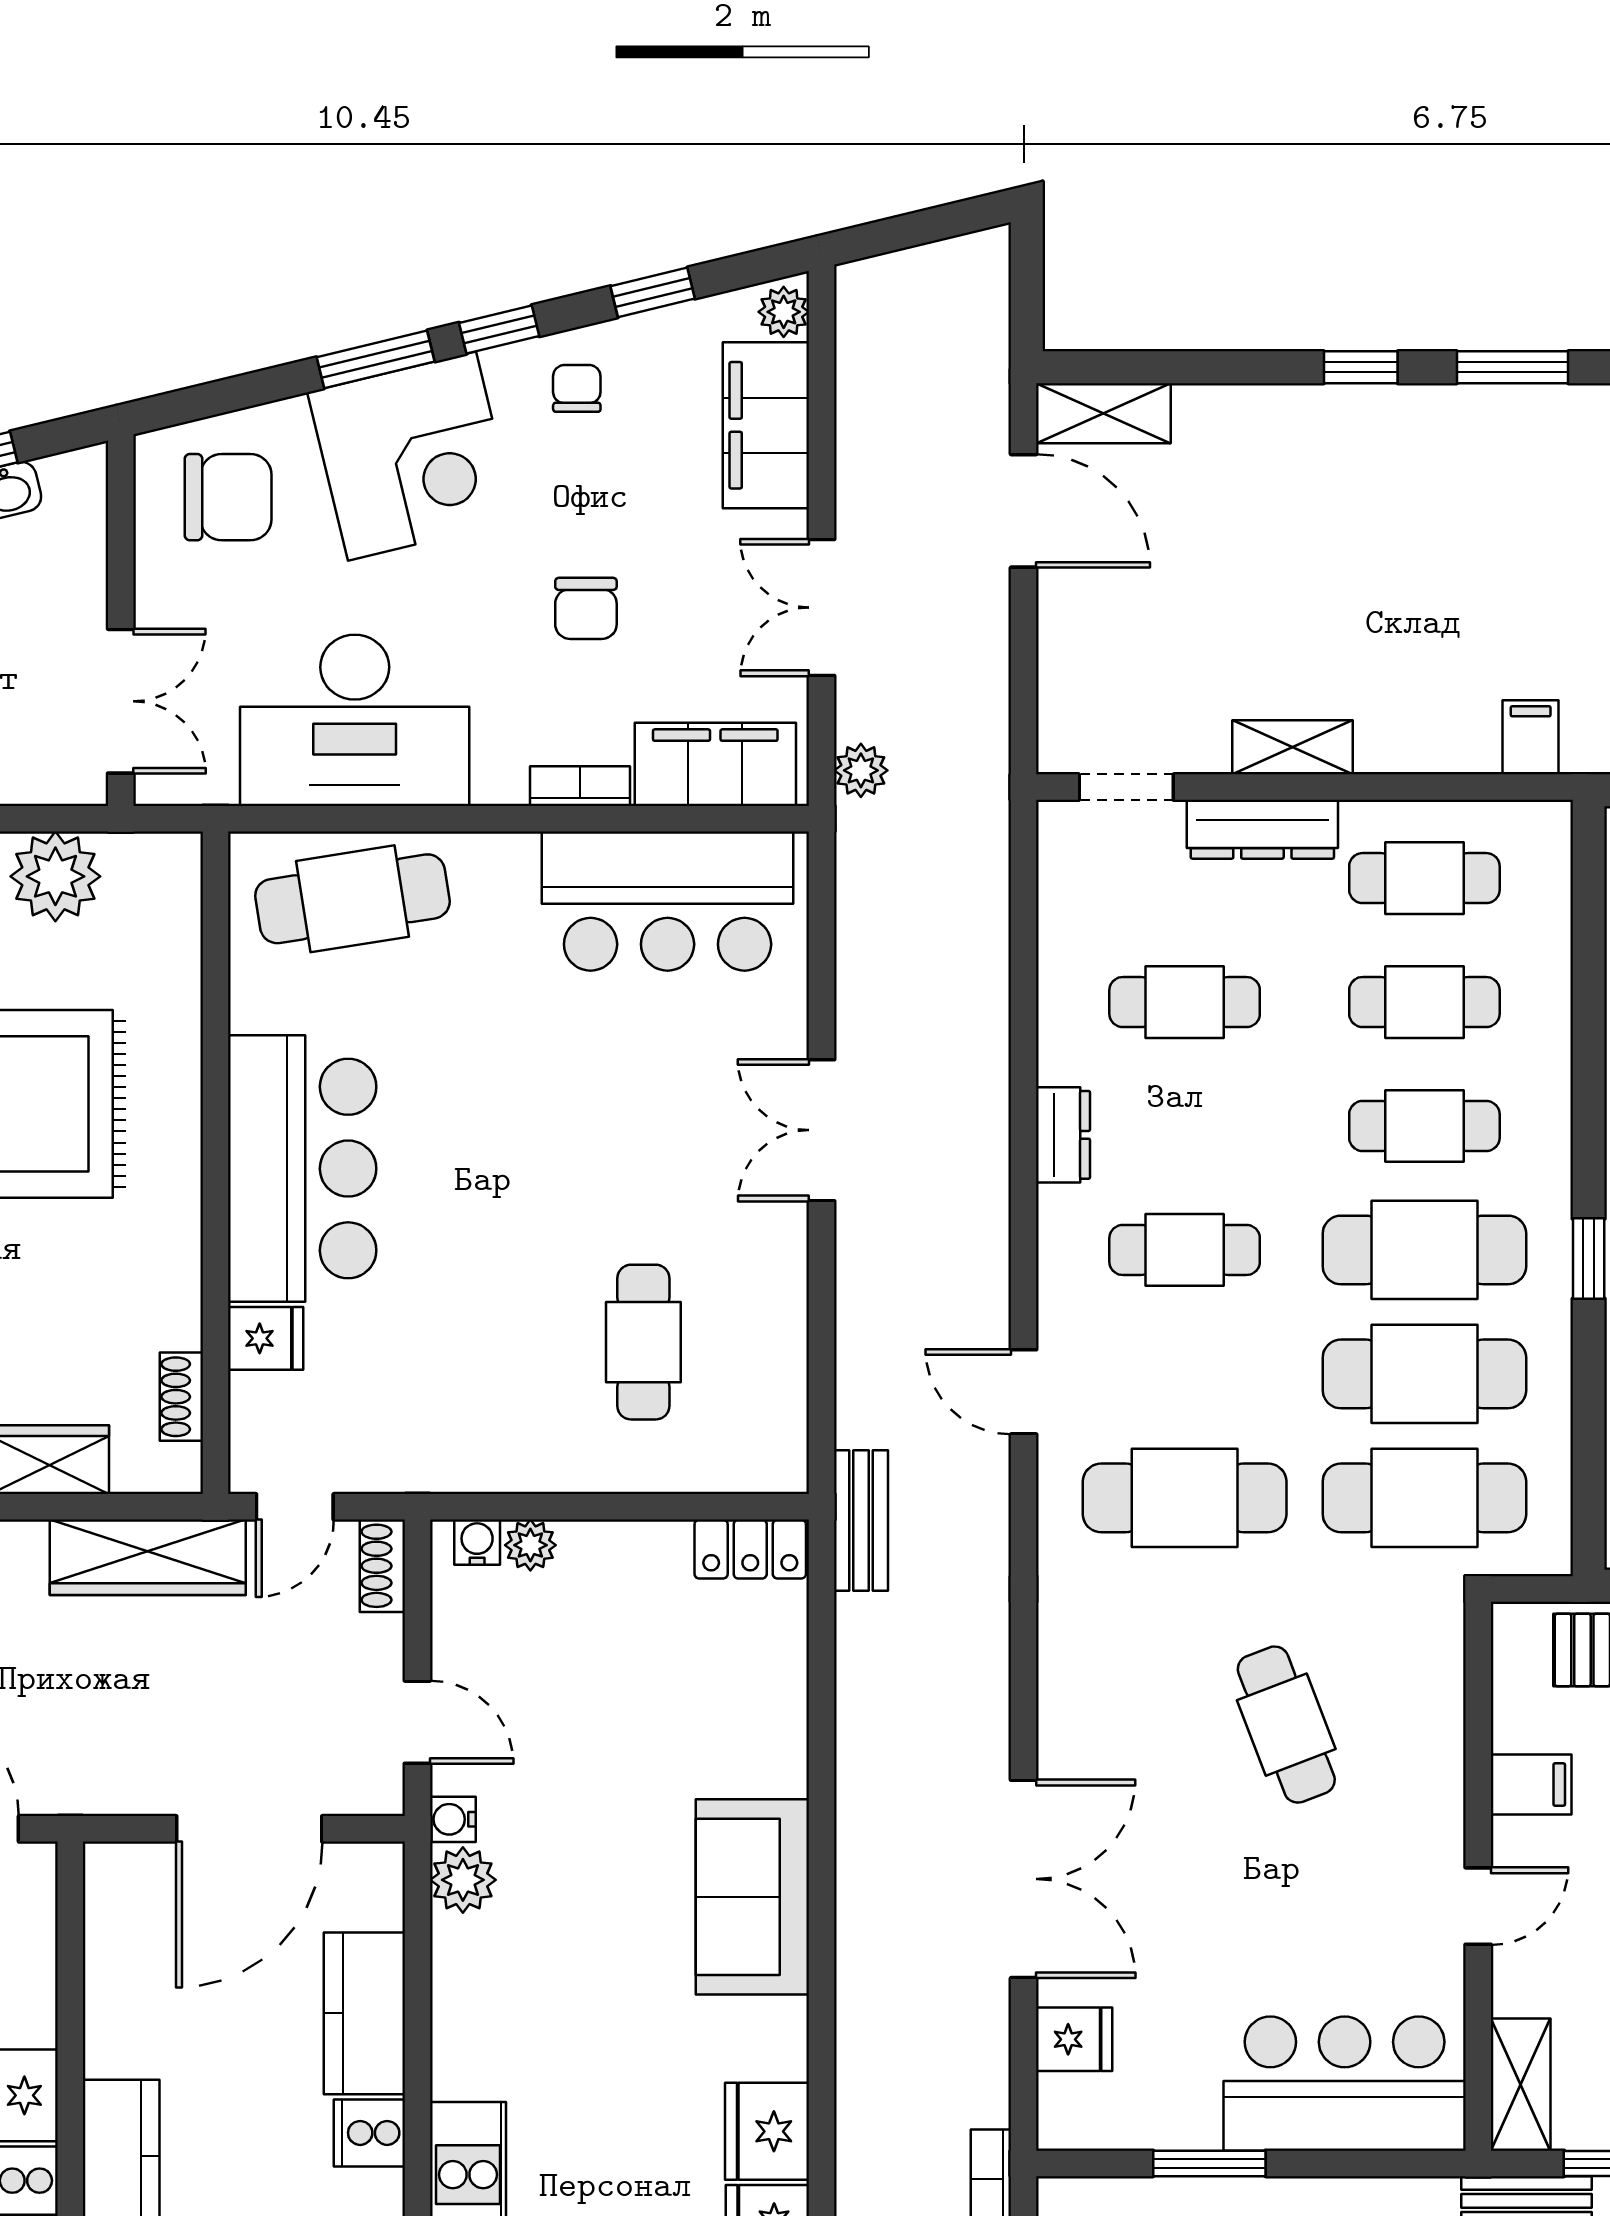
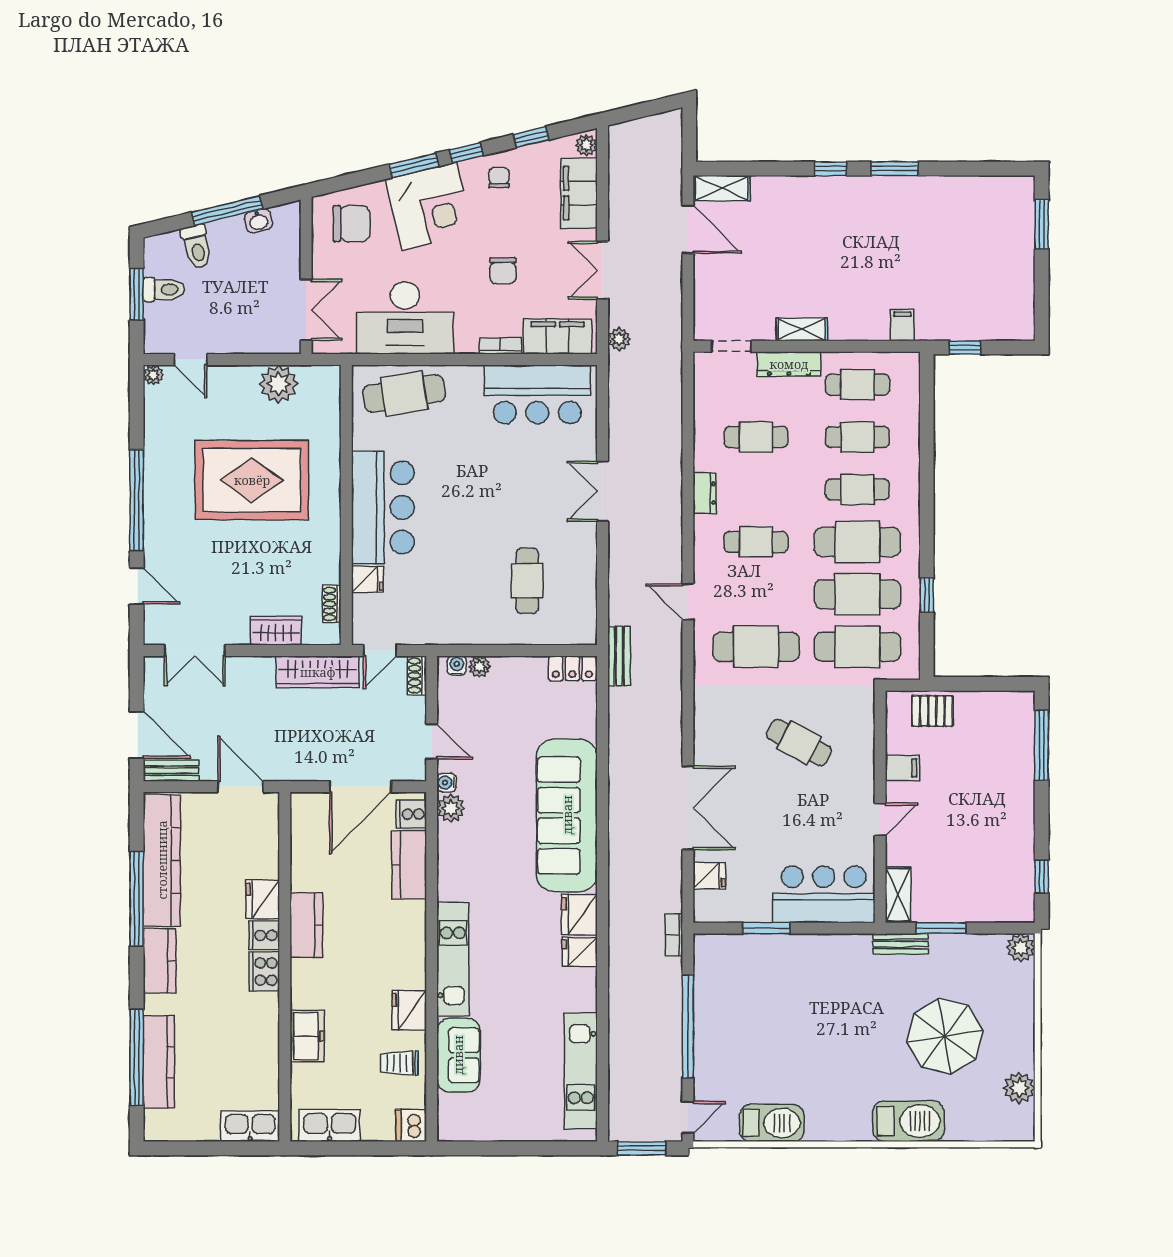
window: (1589, 1259) -> (927, 595), moved
cafe table: (1286, 1725) -> (799, 743), turned -41
sofa: (752, 1897) -> (567, 815), width x1.85, depth x1.27
cooker: (369, 2133) -> (411, 814), moved

